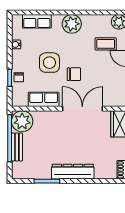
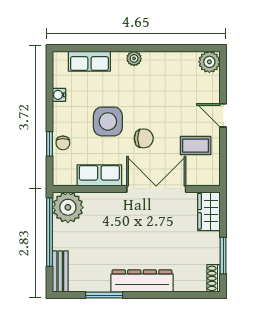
plant: (72, 24) -> (134, 58), width x0.53, depth x0.53
coffee table: (106, 44) -> (196, 146), moved
bench: (17, 147) -> (60, 272), moved

